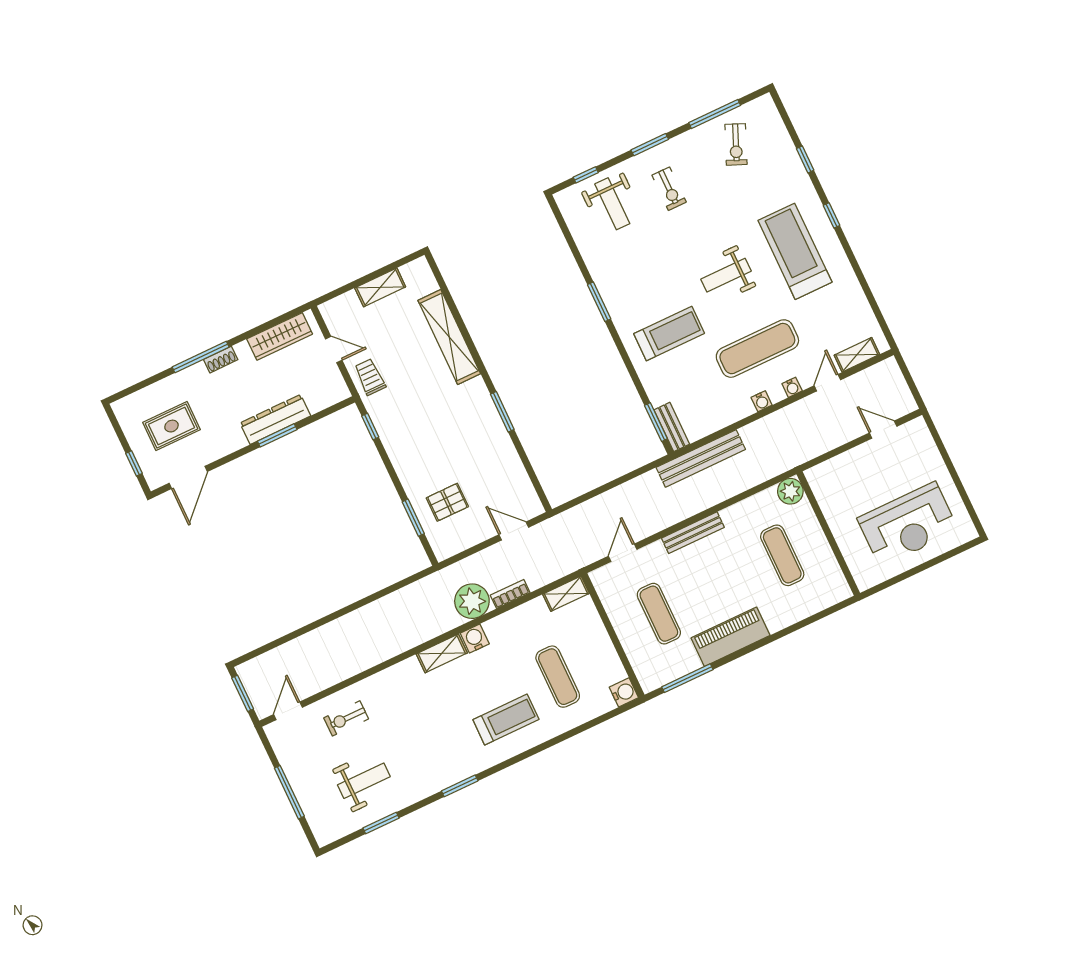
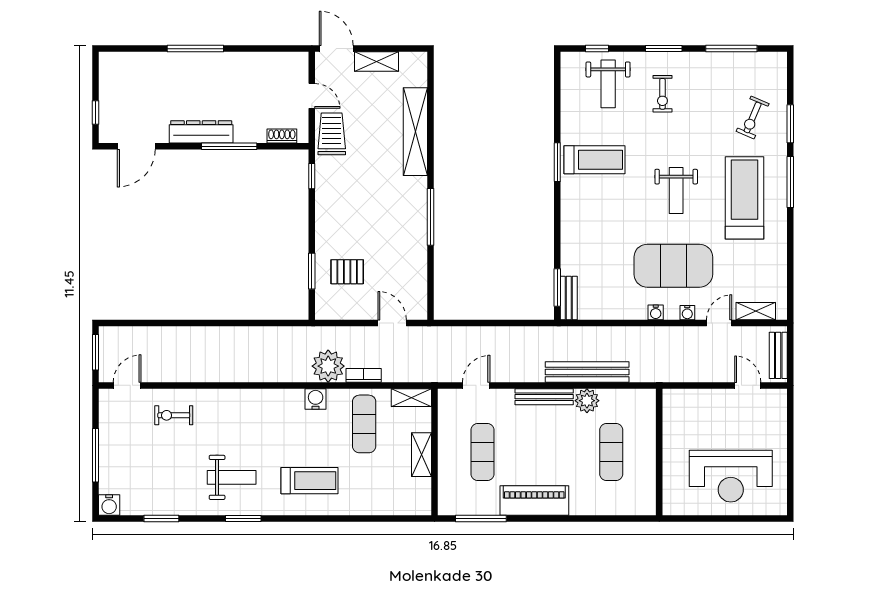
exercise bike: (736, 144) -> (753, 117), moved
window: (805, 159) -> (790, 124), width x1.50
window: (832, 215) -> (790, 182), width x2.17
weight bench: (726, 275) -> (676, 191), turned -90
door: (336, 293) -> (336, 49), added
treadmill: (669, 334) -> (595, 160), moved
wardrobe: (280, 336) -> (271, 63), removed
exercise mat: (757, 349) -> (673, 266), width x1.47
shoe rack: (221, 360) -> (282, 136), moved, turned 180
trolley: (370, 377) -> (332, 134), width x1.36, depth x1.39
bench: (899, 387) -> (778, 355), added
window: (502, 412) -> (430, 217), width x1.44
dresser: (275, 419) -> (201, 132), moved
rug: (171, 426) -> (143, 96), removed
window: (277, 435) -> (229, 146), width x1.44
bench: (701, 458) -> (587, 372), moved
plant: (790, 491) -> (587, 401), moved
shelving: (442, 653) -> (422, 455), moved, turned 90
exercise mat: (558, 677) -> (364, 424), moved
water cooler: (624, 692) -> (109, 505), moved, turned 90
weight bench: (364, 781) -> (232, 477), moved

